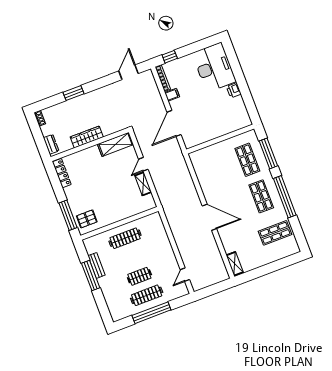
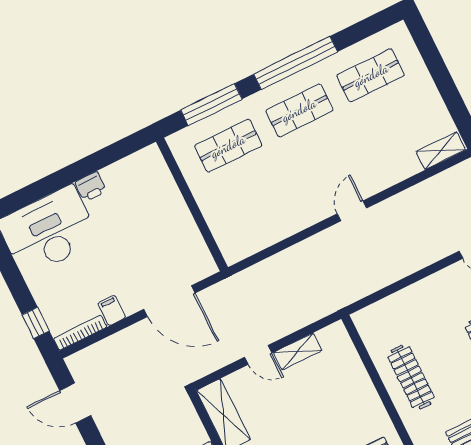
door: (209, 217) -> (352, 211), width x0.53
shop shelf: (275, 233) -> (371, 75), turned 90

